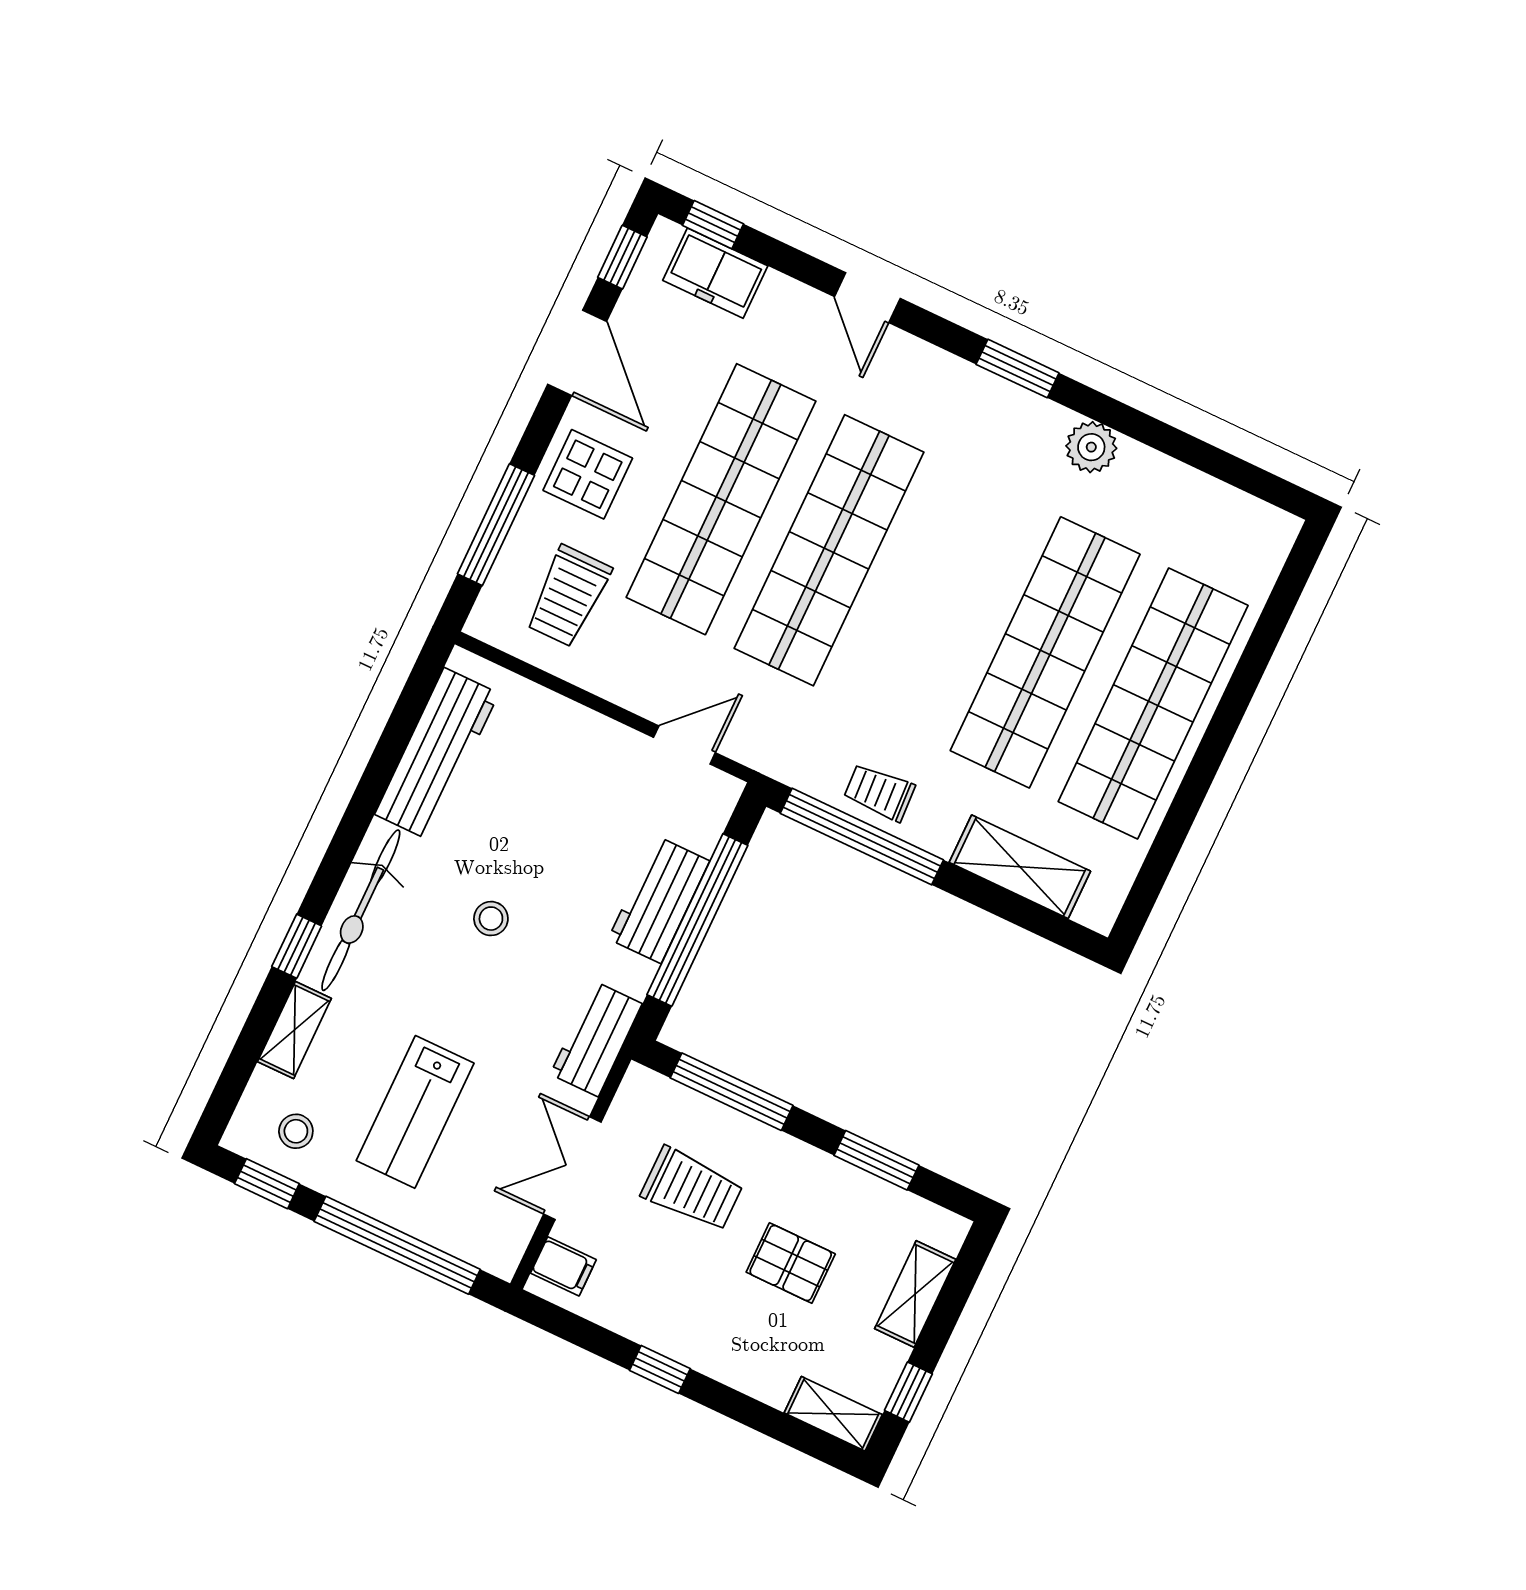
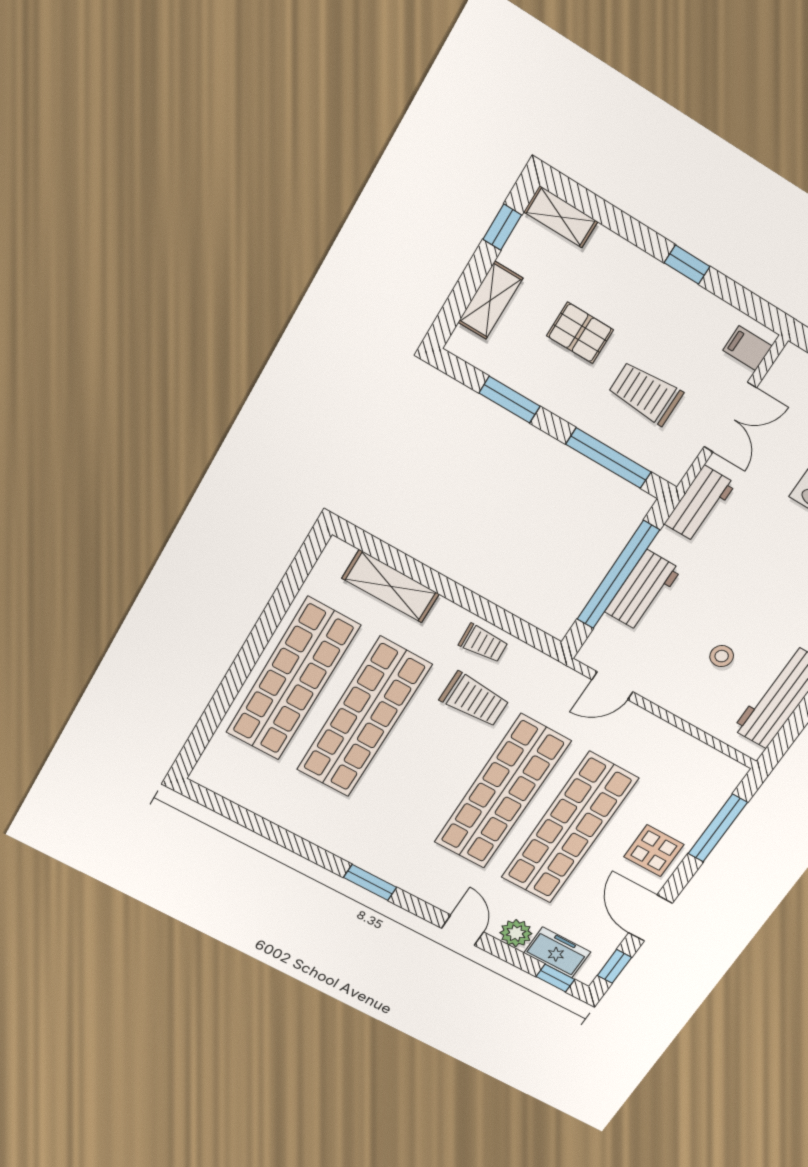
plant: (1091, 447) -> (516, 933), moved
trolley: (568, 596) -> (474, 700), moved, turned 90
window: (862, 837) -> (498, 617), removed
stool: (491, 919) -> (722, 656), moved

